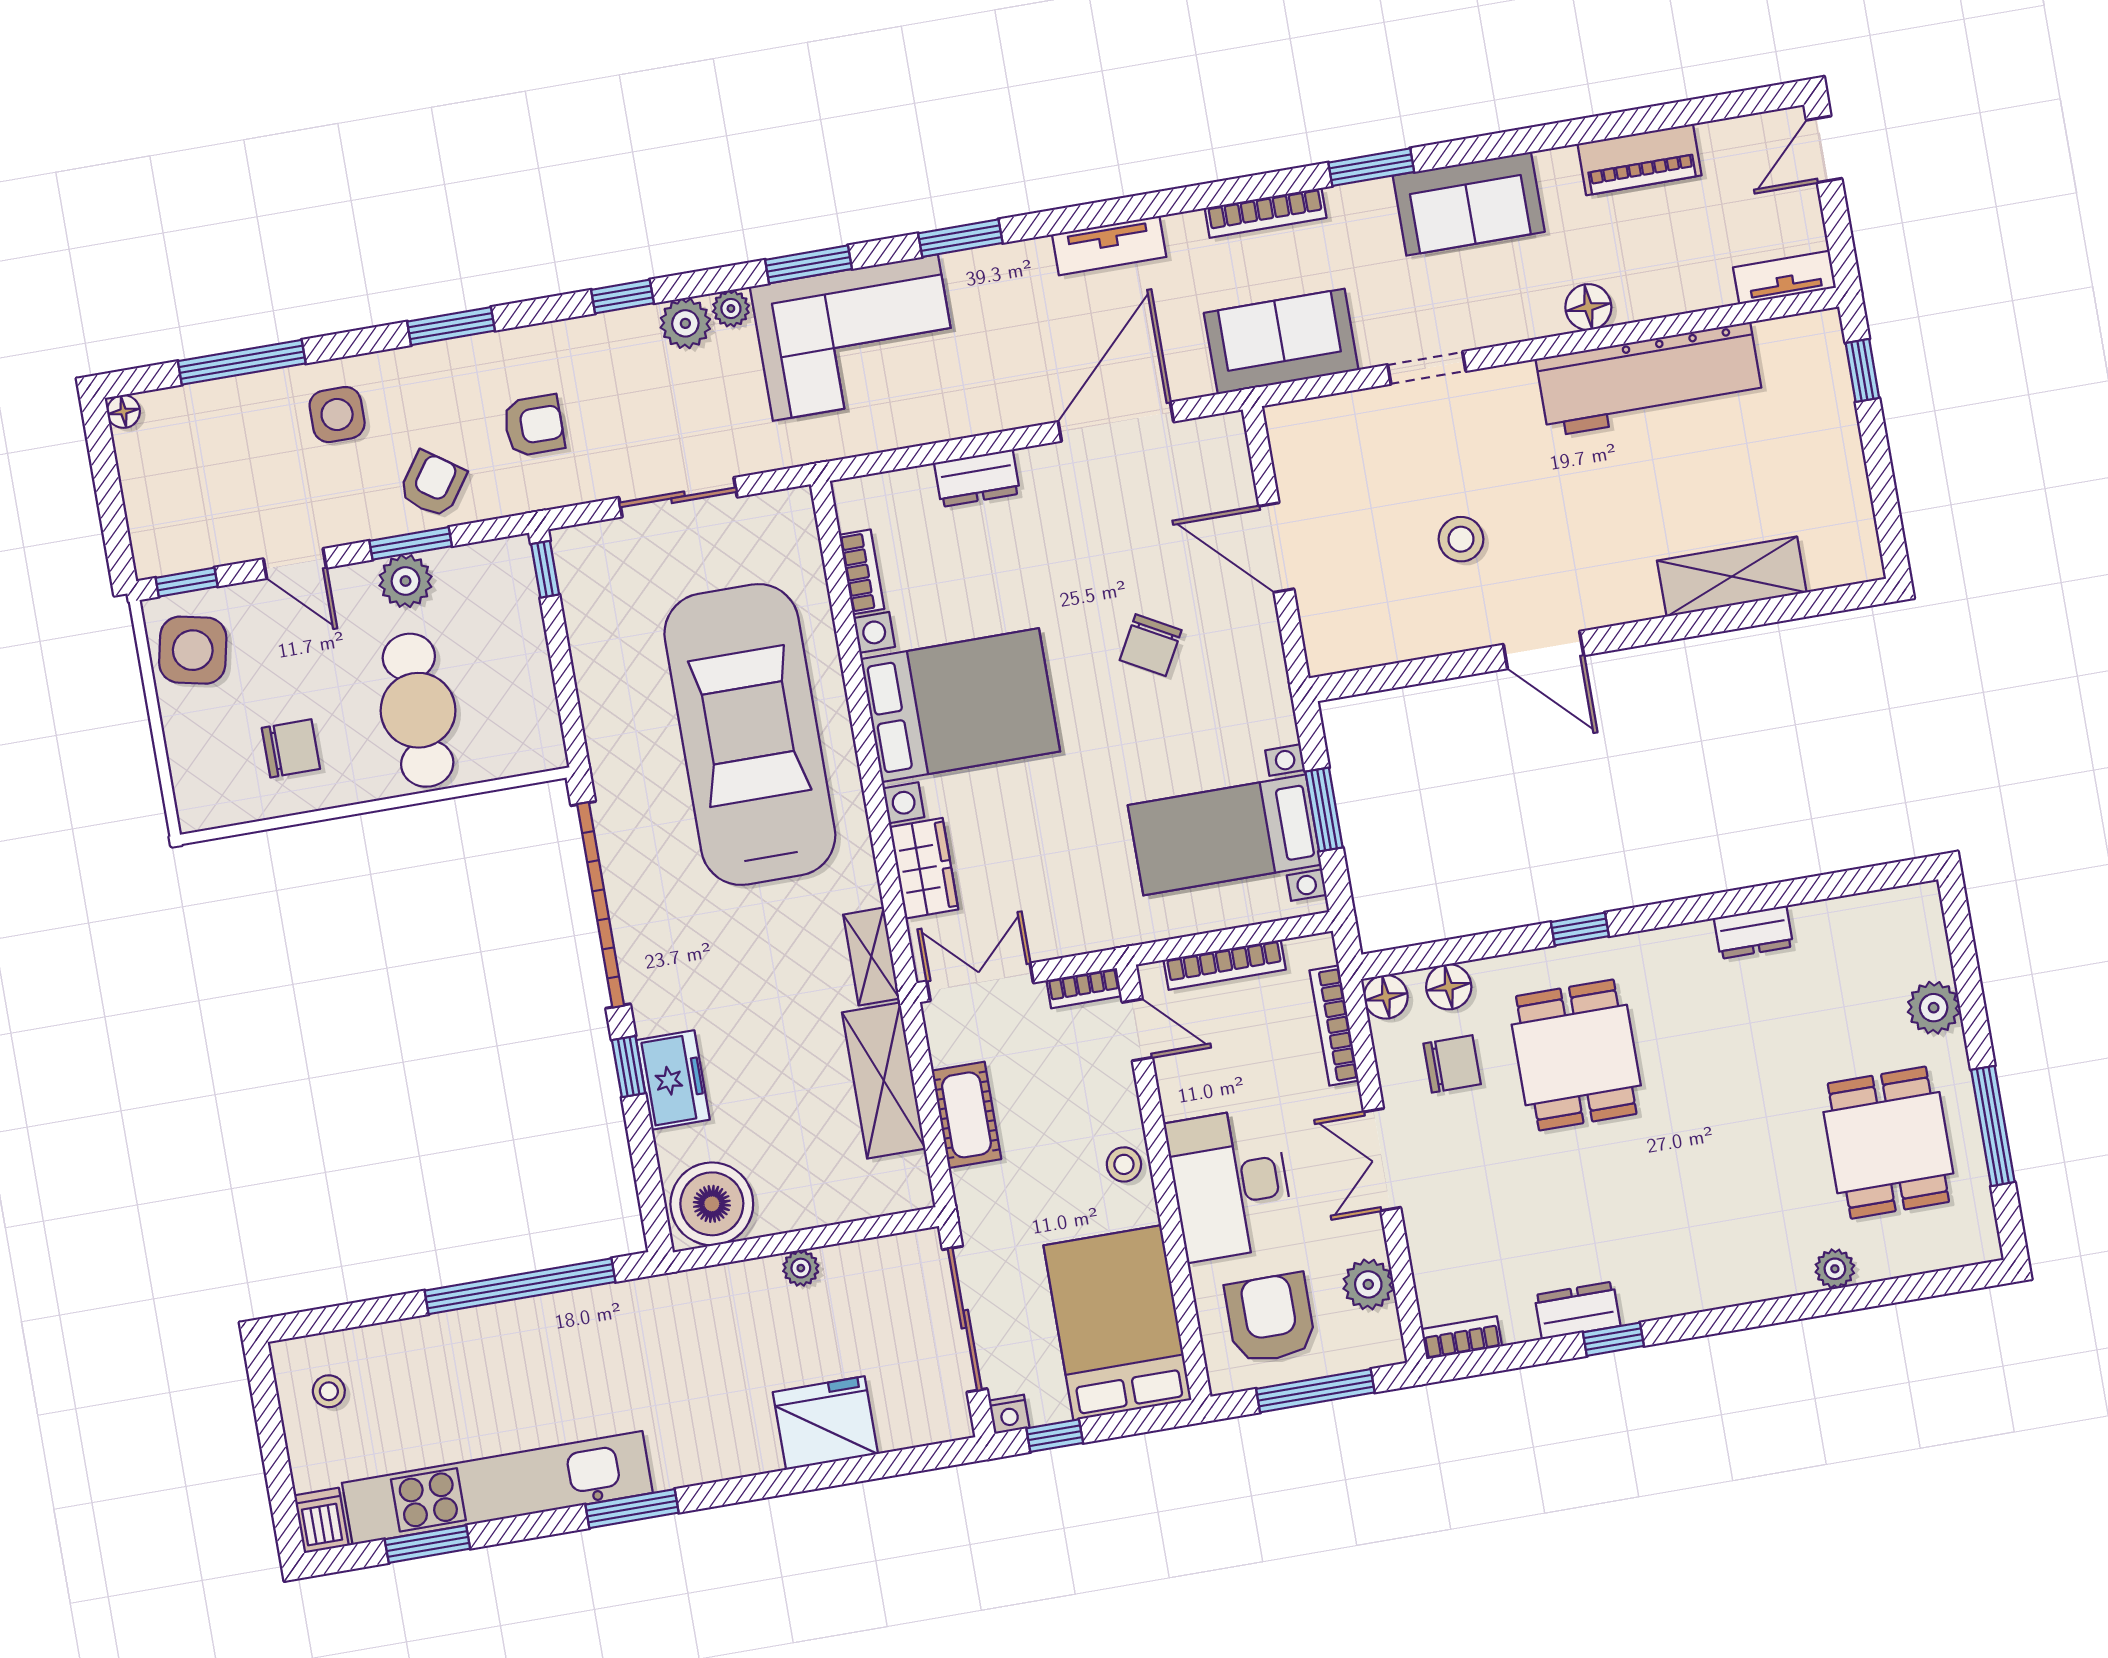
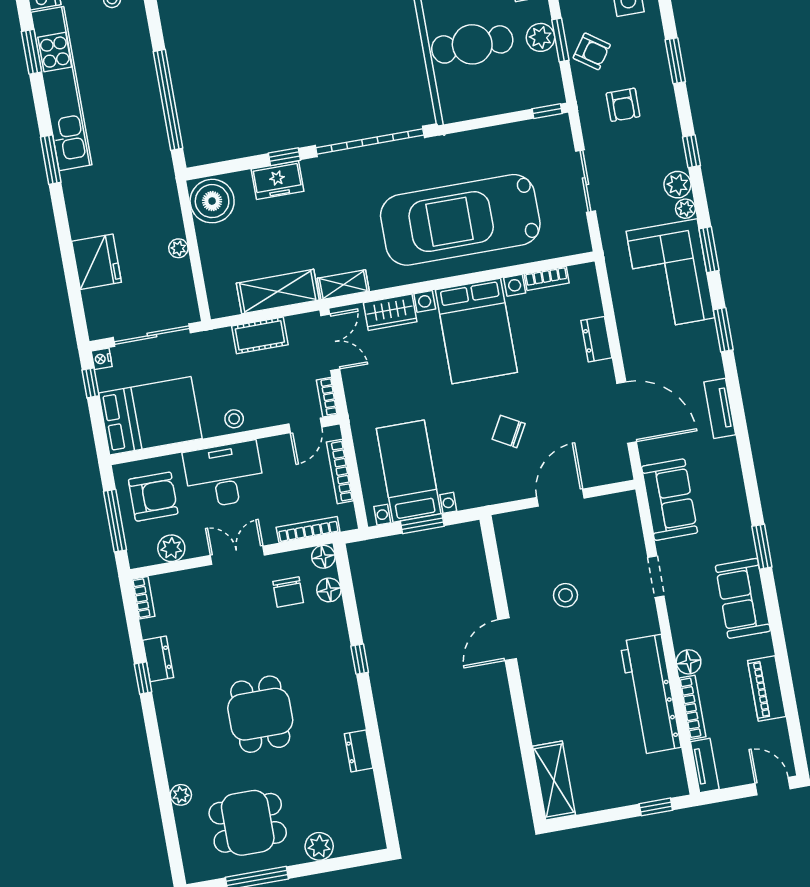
bookcase: (1266, 213) -> (692, 707), moved, turned 180
shelving: (1732, 577) -> (554, 780), moved
car: (750, 735) -> (460, 220), turned 180
dining table: (1576, 1055) -> (260, 714), moved, turned 90

